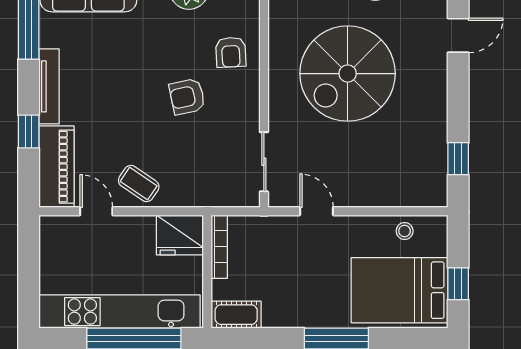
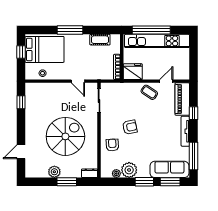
door: (96, 211) -> (166, 81), swing flipped
cot: (236, 315) -> (100, 40), moved

